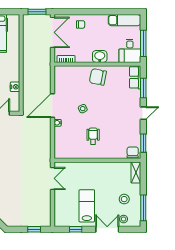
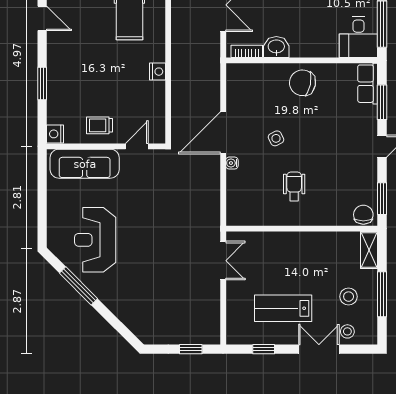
washbasin: (100, 56) -> (276, 47), moved
nightstand: (15, 87) -> (158, 72), moved
lab bench: (87, 206) -> (283, 308), turned -90
window: (143, 208) -> (382, 294), moved

